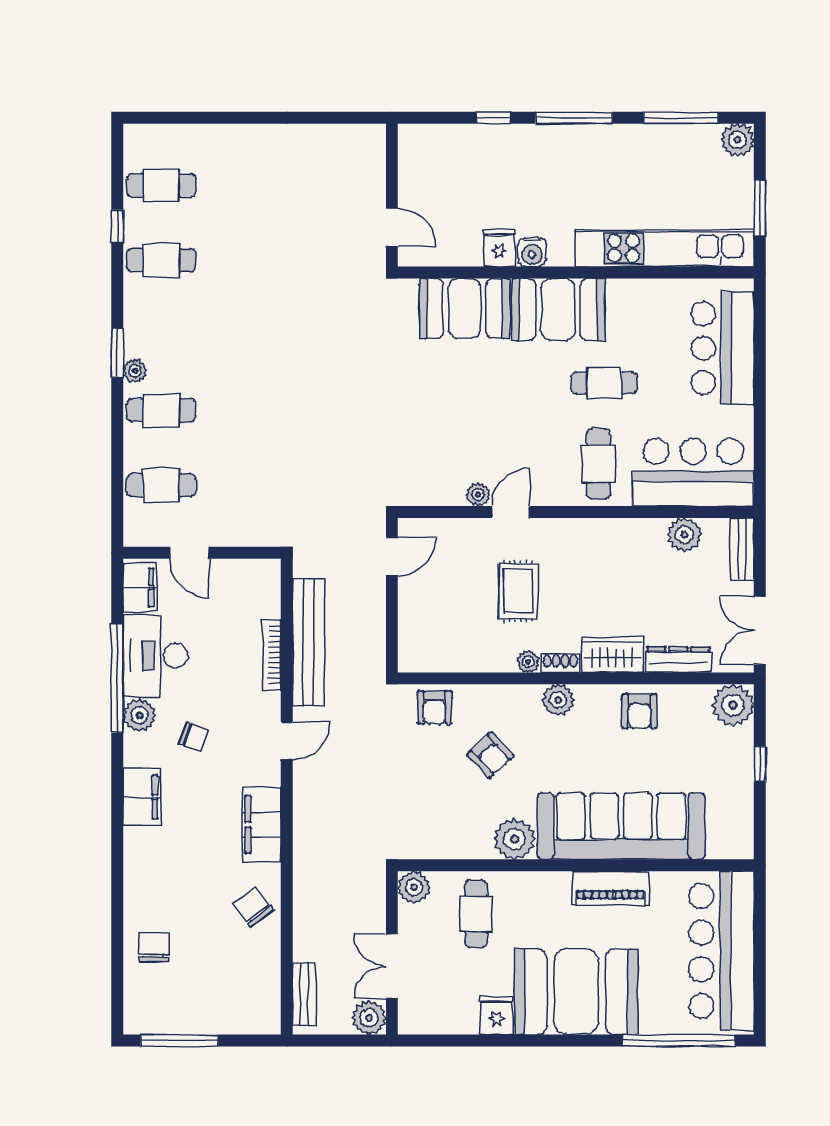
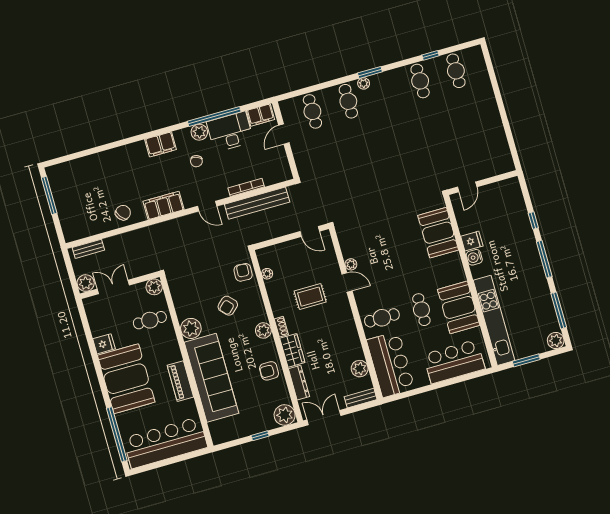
booth: (558, 310) -> (459, 307), moved
plant: (528, 662) -> (267, 274), moved
armchair: (435, 707) -> (243, 272), turned 93
chair: (154, 947) -> (90, 171), removed

